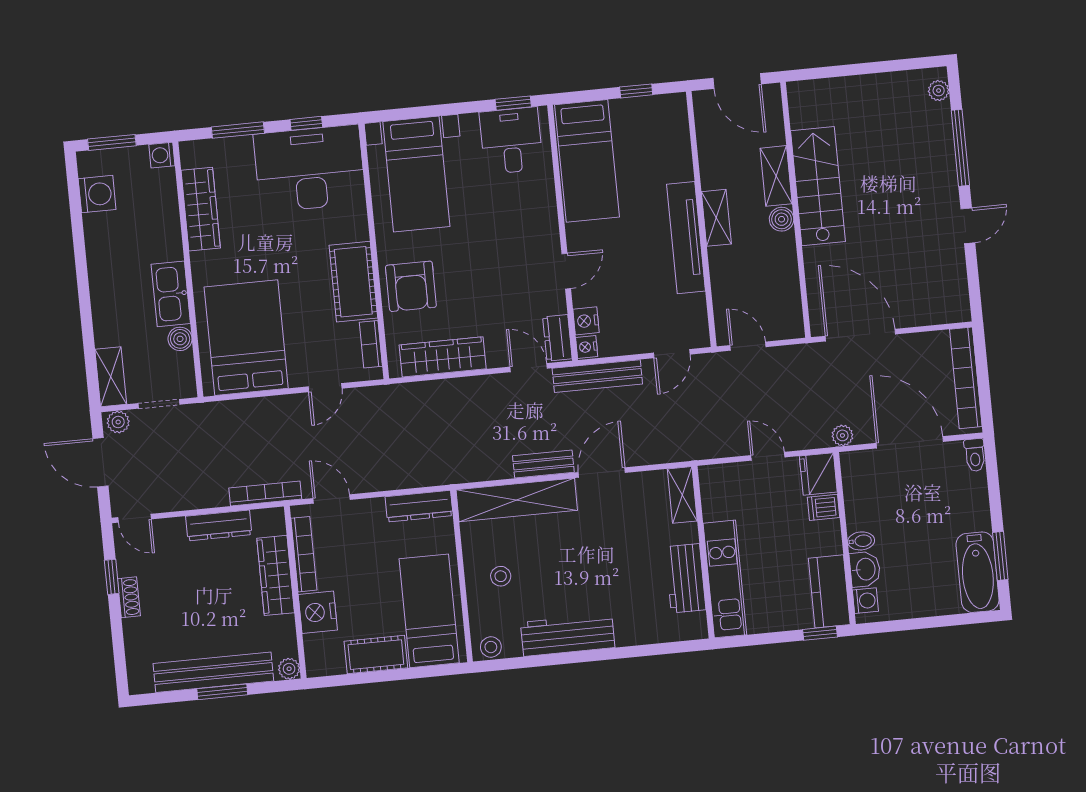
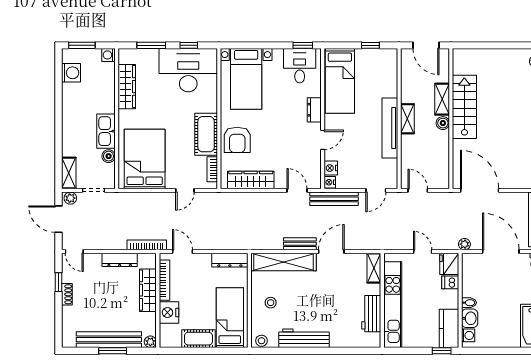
dresser: (557, 338) -> (314, 110), moved
kitchen unit: (725, 579) -> (393, 305), width x1.36

